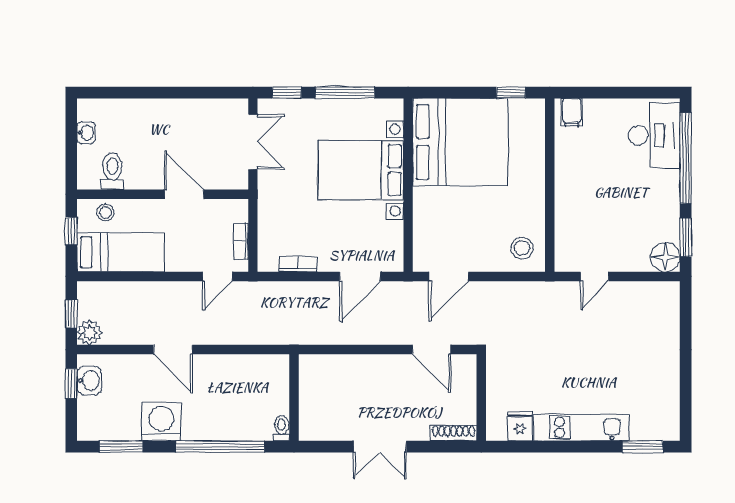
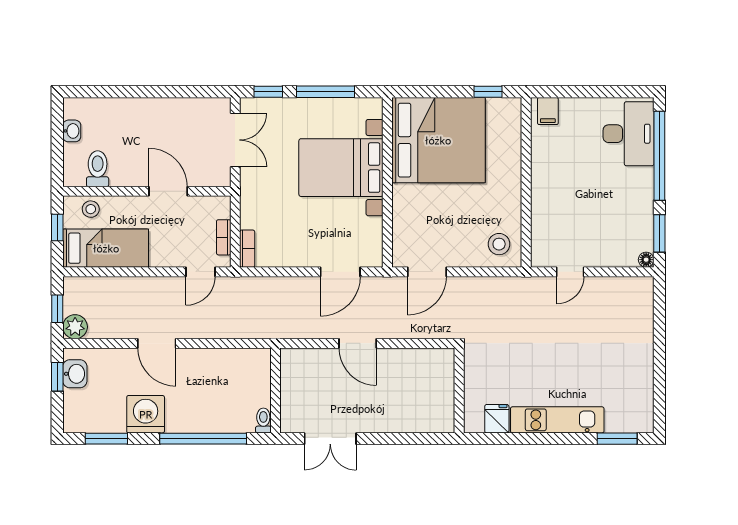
floor lamp: (665, 257) -> (646, 260), width x0.53, depth x0.53
bookcase: (298, 264) -> (247, 249), moved, turned 90
door: (432, 350) -> (358, 343), moved
shoe rack: (454, 433) -> (432, 425), removed
double door: (380, 447) -> (330, 439), moved

